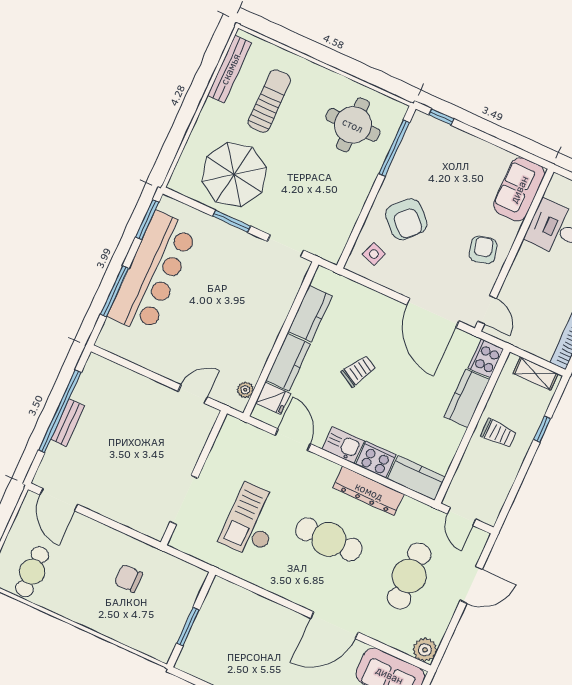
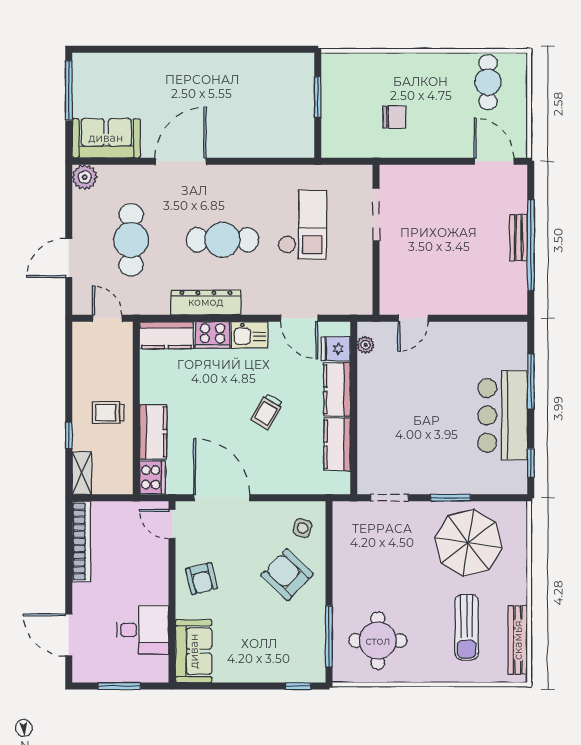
window: (147, 220) -> (531, 463), width x0.67
bar counter: (153, 273) -> (503, 415), width x0.73
shelving: (536, 374) -> (82, 473), moved, turned 90

